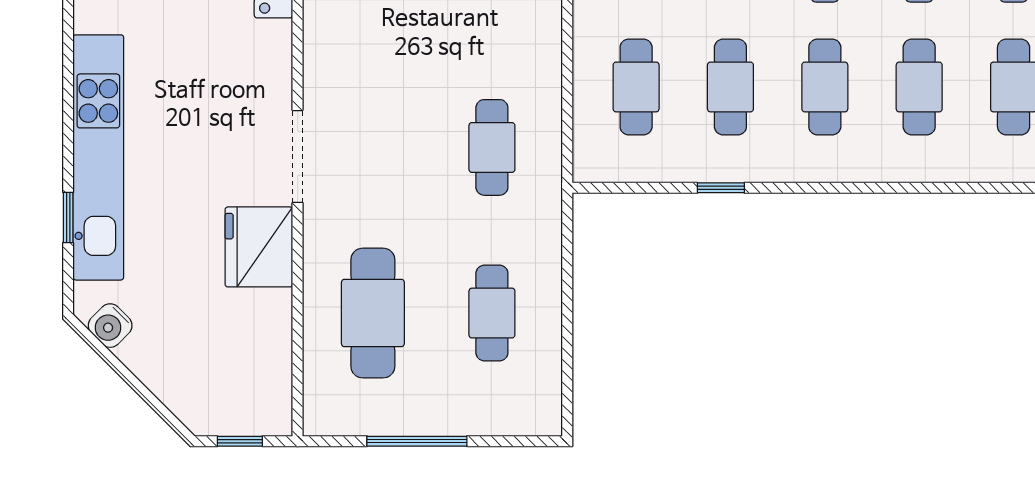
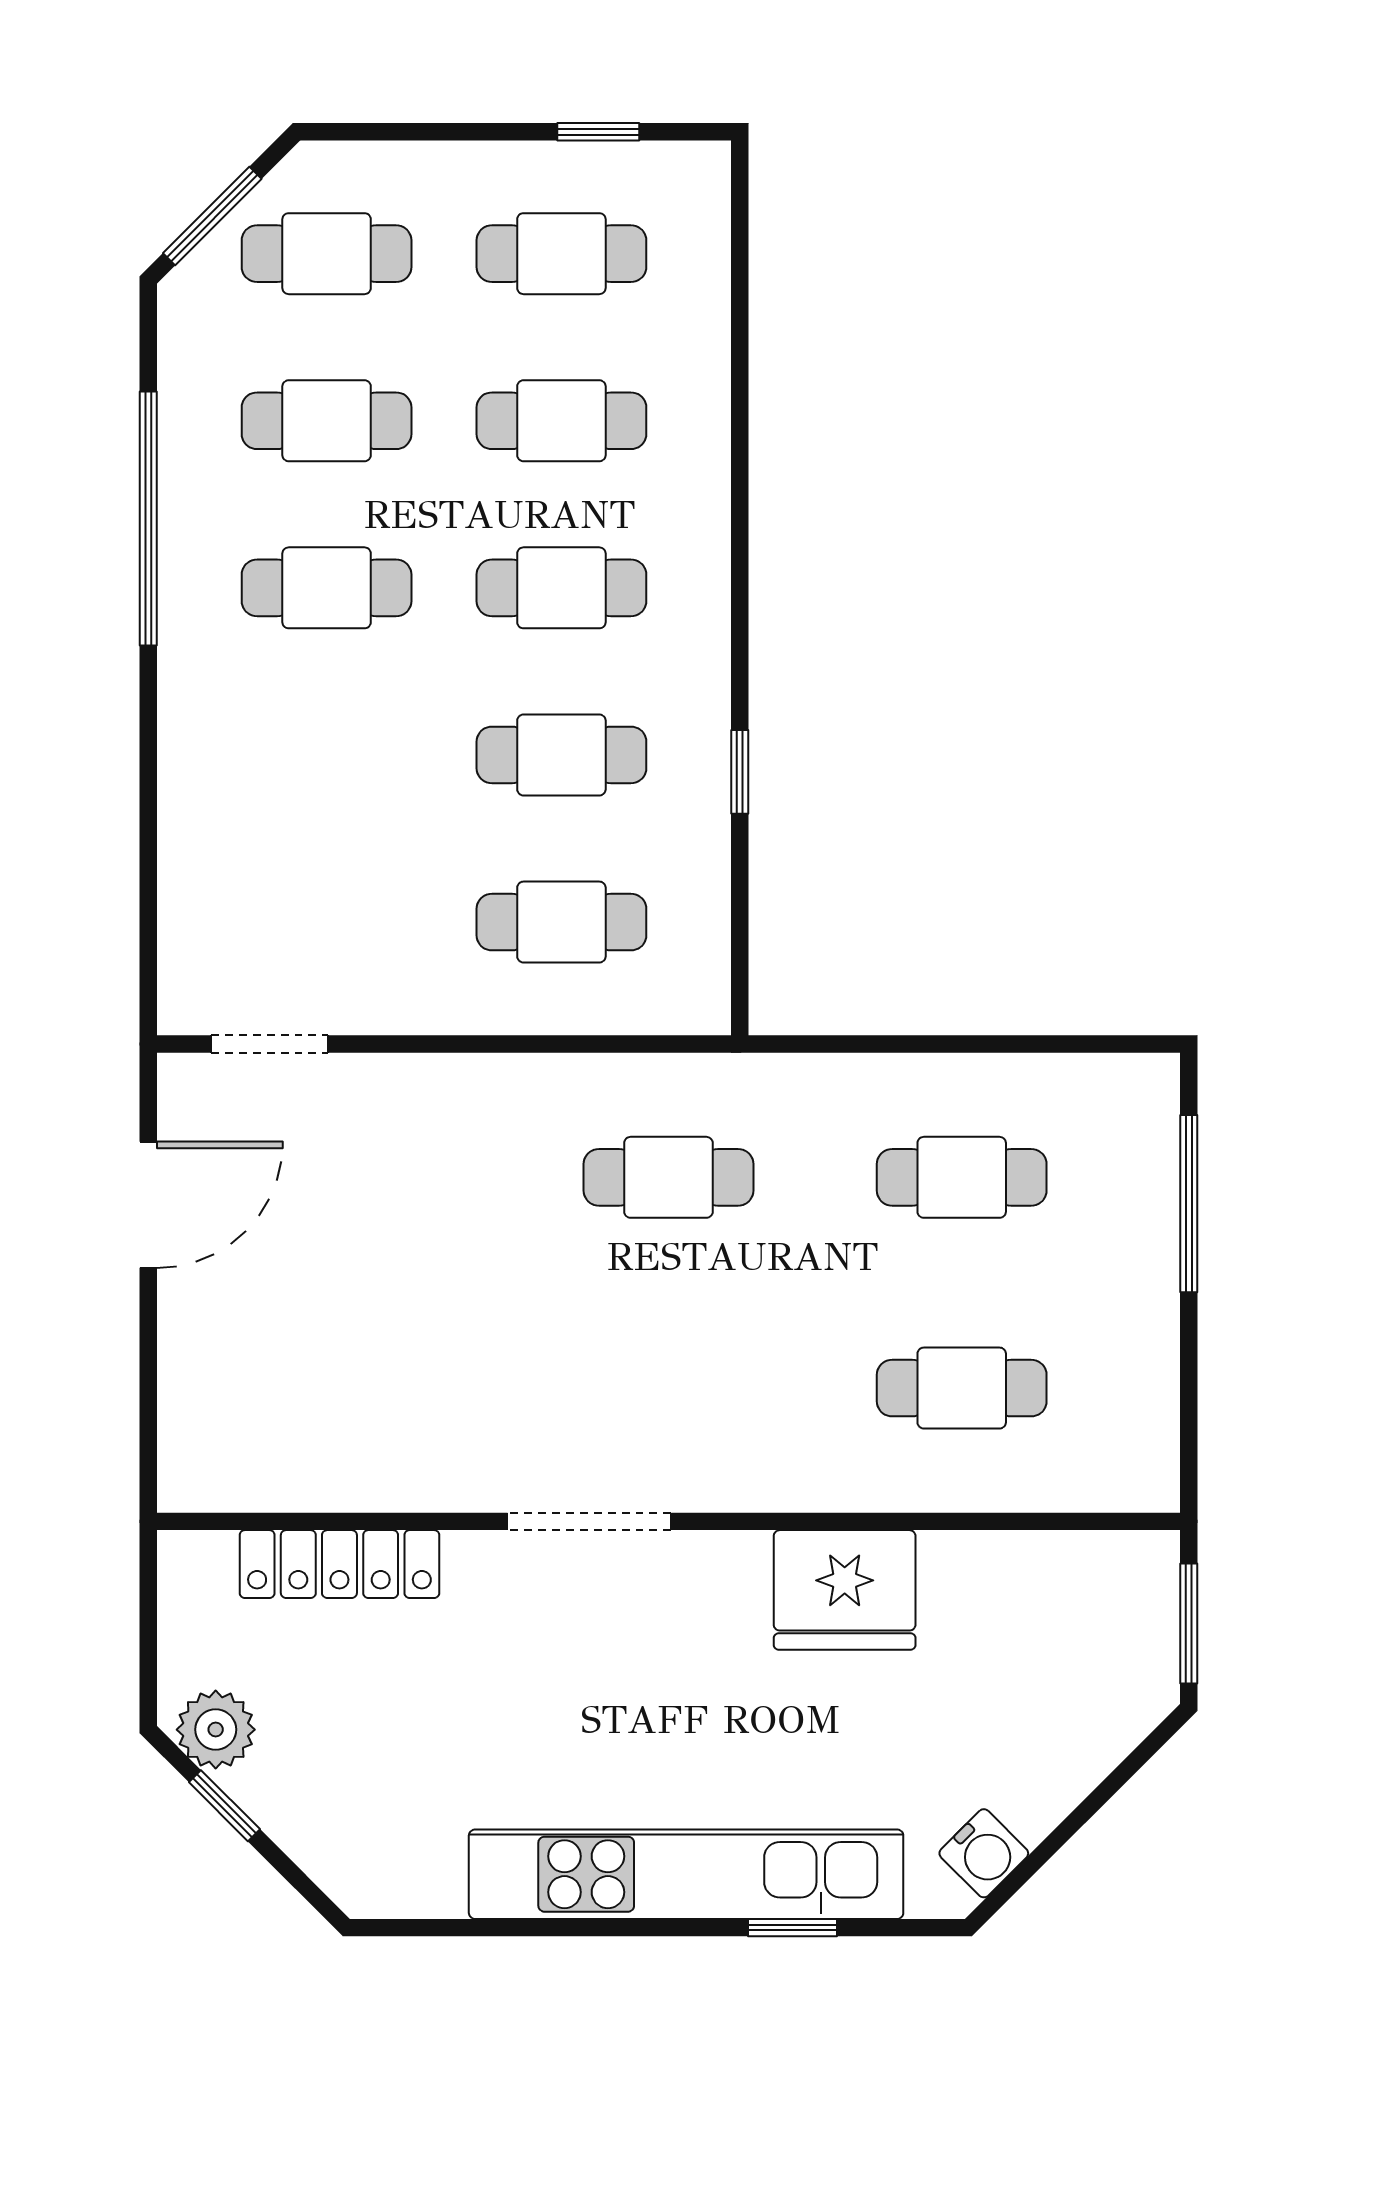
doorway: (298, 157) -> (589, 1521), moved
cafe table: (373, 313) -> (962, 1388), width x0.73, depth x0.74
window: (240, 441) -> (1189, 1623), width x1.50
window: (417, 441) -> (1189, 1204), moved

